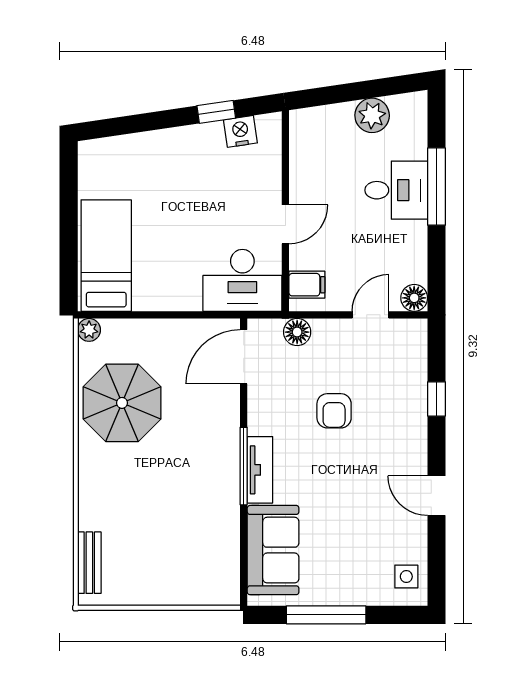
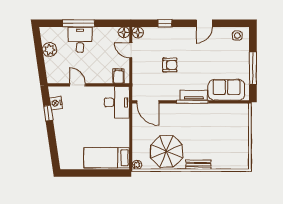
door: (285, 224) -> (77, 85), moved
floor lamp: (297, 332) -> (138, 32), moved
bench: (89, 563) -> (198, 165), moved

